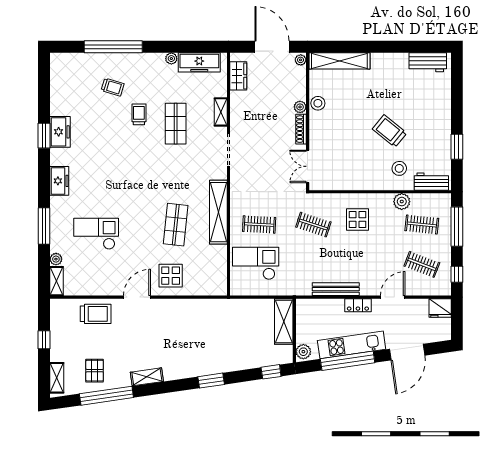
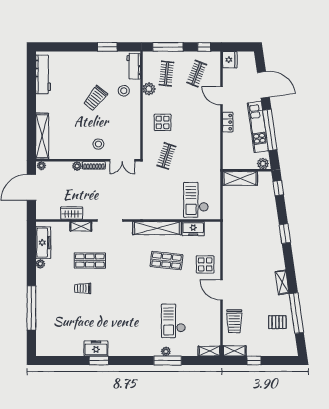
workbench: (428, 62) -> (43, 74), width x1.37
wardrobe: (238, 76) -> (72, 213), moved
trolley: (113, 87) -> (62, 308), removed
stool: (318, 103) -> (98, 144), moved
freezer: (59, 181) -> (193, 229), moved, turned 180
clothes rail: (259, 225) -> (166, 197), removed
plant: (56, 259) -> (166, 351), moved
bench: (336, 289) -> (215, 139), removed
trolley: (96, 314) -> (234, 321), turned 180
shelving: (57, 378) -> (234, 351), moved

